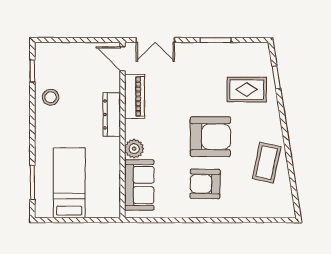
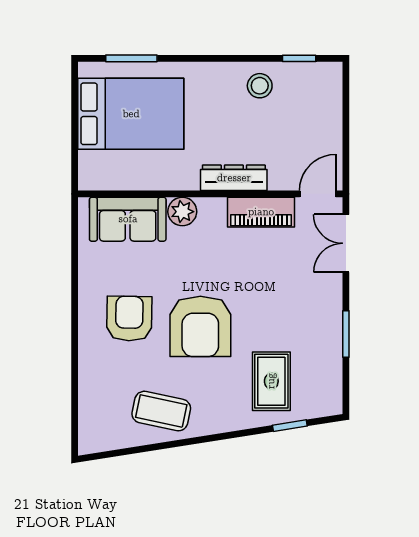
bed: (69, 183) -> (131, 114), width x1.50

